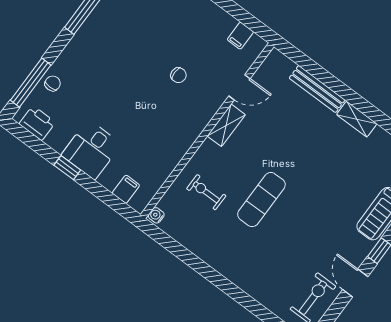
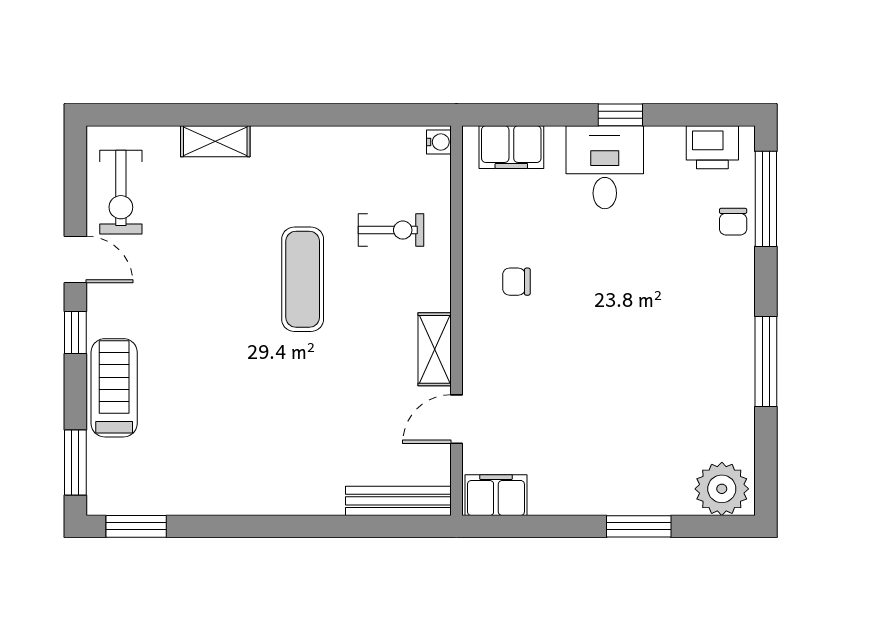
filing cabinet: (240, 36) -> (496, 495), width x2.00
chair: (179, 75) -> (516, 282), moved
bench: (317, 89) -> (398, 501), moved
shelving: (357, 119) -> (215, 141), moved
filing cabinet: (126, 189) -> (511, 147), width x2.00

